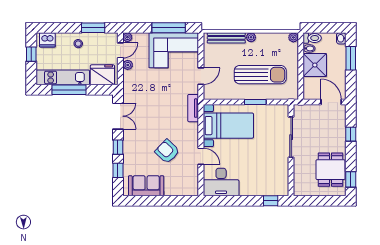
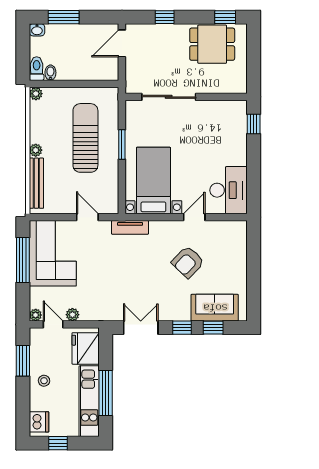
shower: (315, 65) -> (73, 65), removed
sofa: (146, 186) -> (215, 308), moved, turned 90

